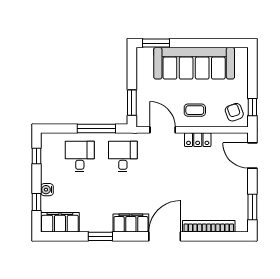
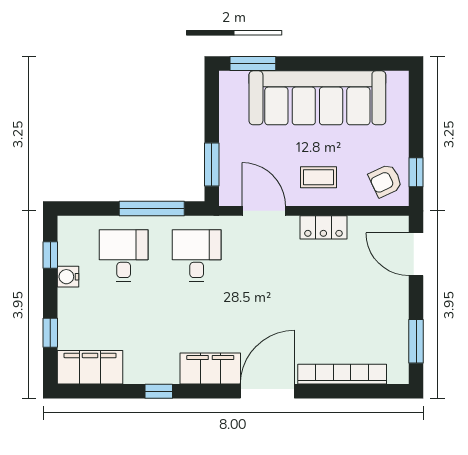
armchair: (234, 112) -> (385, 181), turned -95
water cooler: (47, 190) -> (68, 277), moved
window: (100, 236) -> (159, 391), width x0.67

